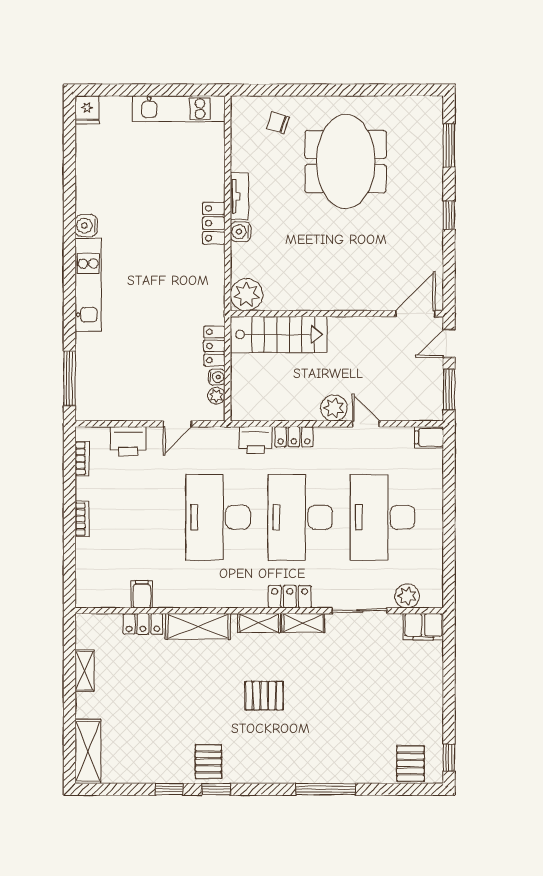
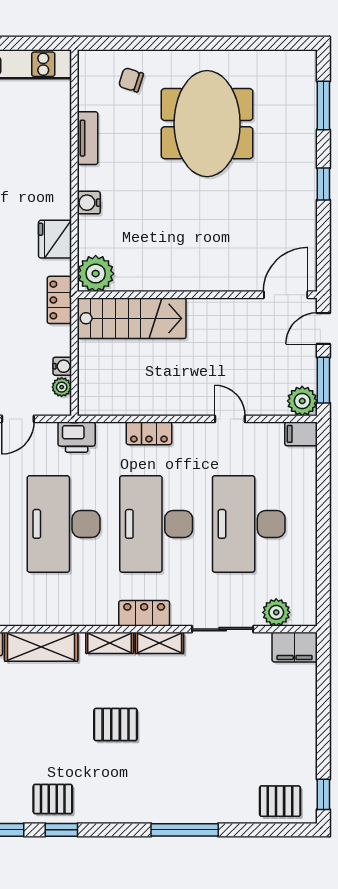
tv unit: (239, 196) -> (88, 138), moved
locker: (214, 223) -> (59, 193), removed
fridge: (210, 264) -> (55, 239), added
locker: (214, 346) -> (59, 300), moved
plant: (334, 408) -> (302, 401), moved
printer: (256, 440) -> (77, 437), moved
pallet: (208, 762) -> (53, 799), turned 90
pallet: (410, 764) -> (280, 801), turned 90

